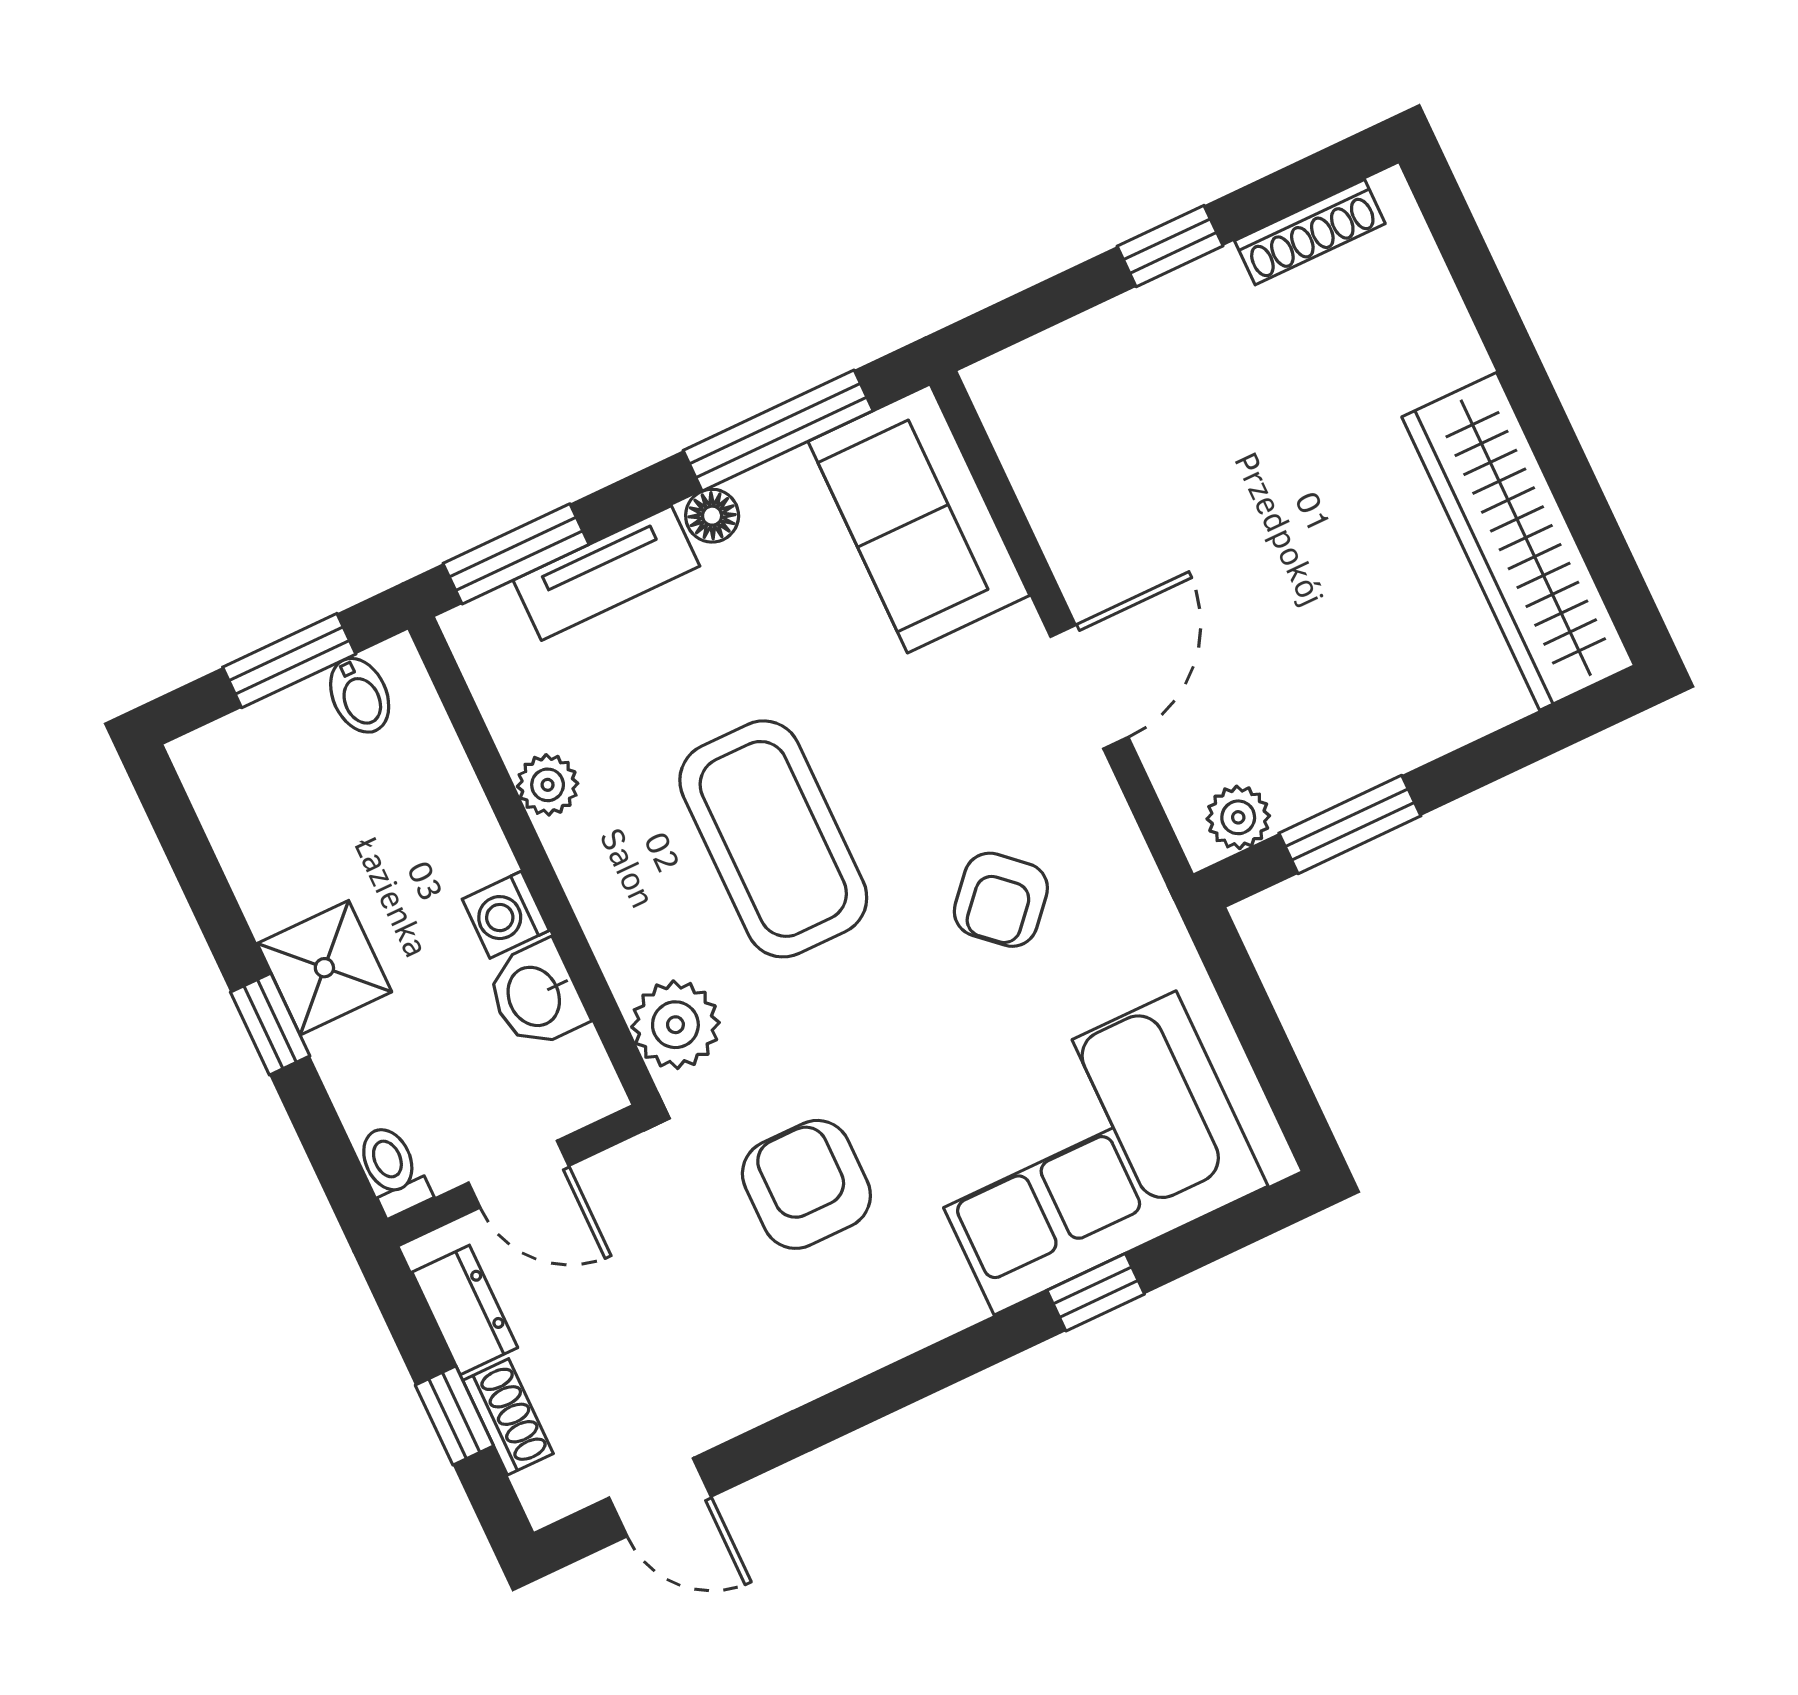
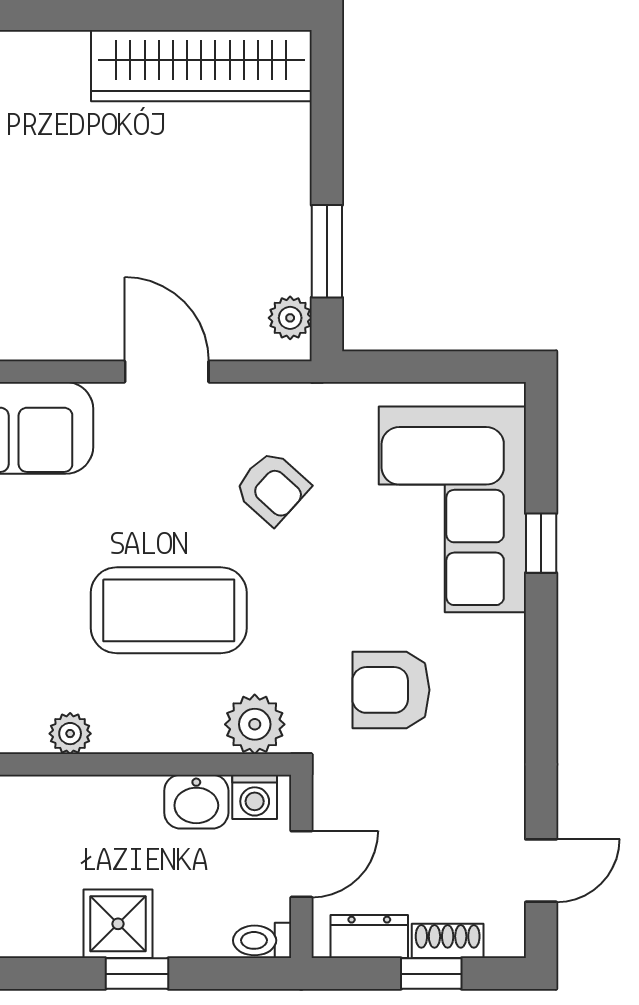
washing machine: (506, 915) -> (255, 797), moved

